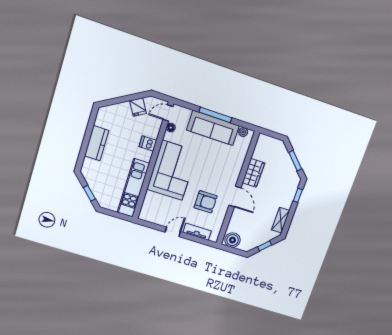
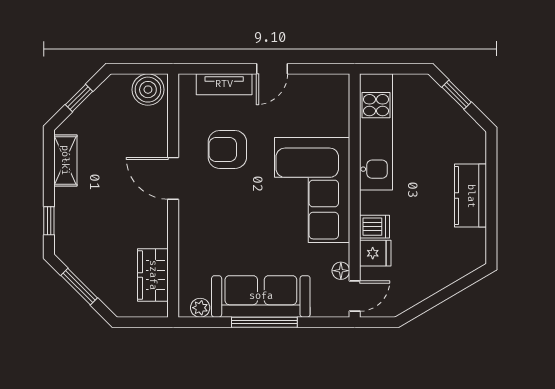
fridge: (138, 107) -> (375, 253), moved, turned 120
wardrobe: (253, 173) -> (153, 275), moved

